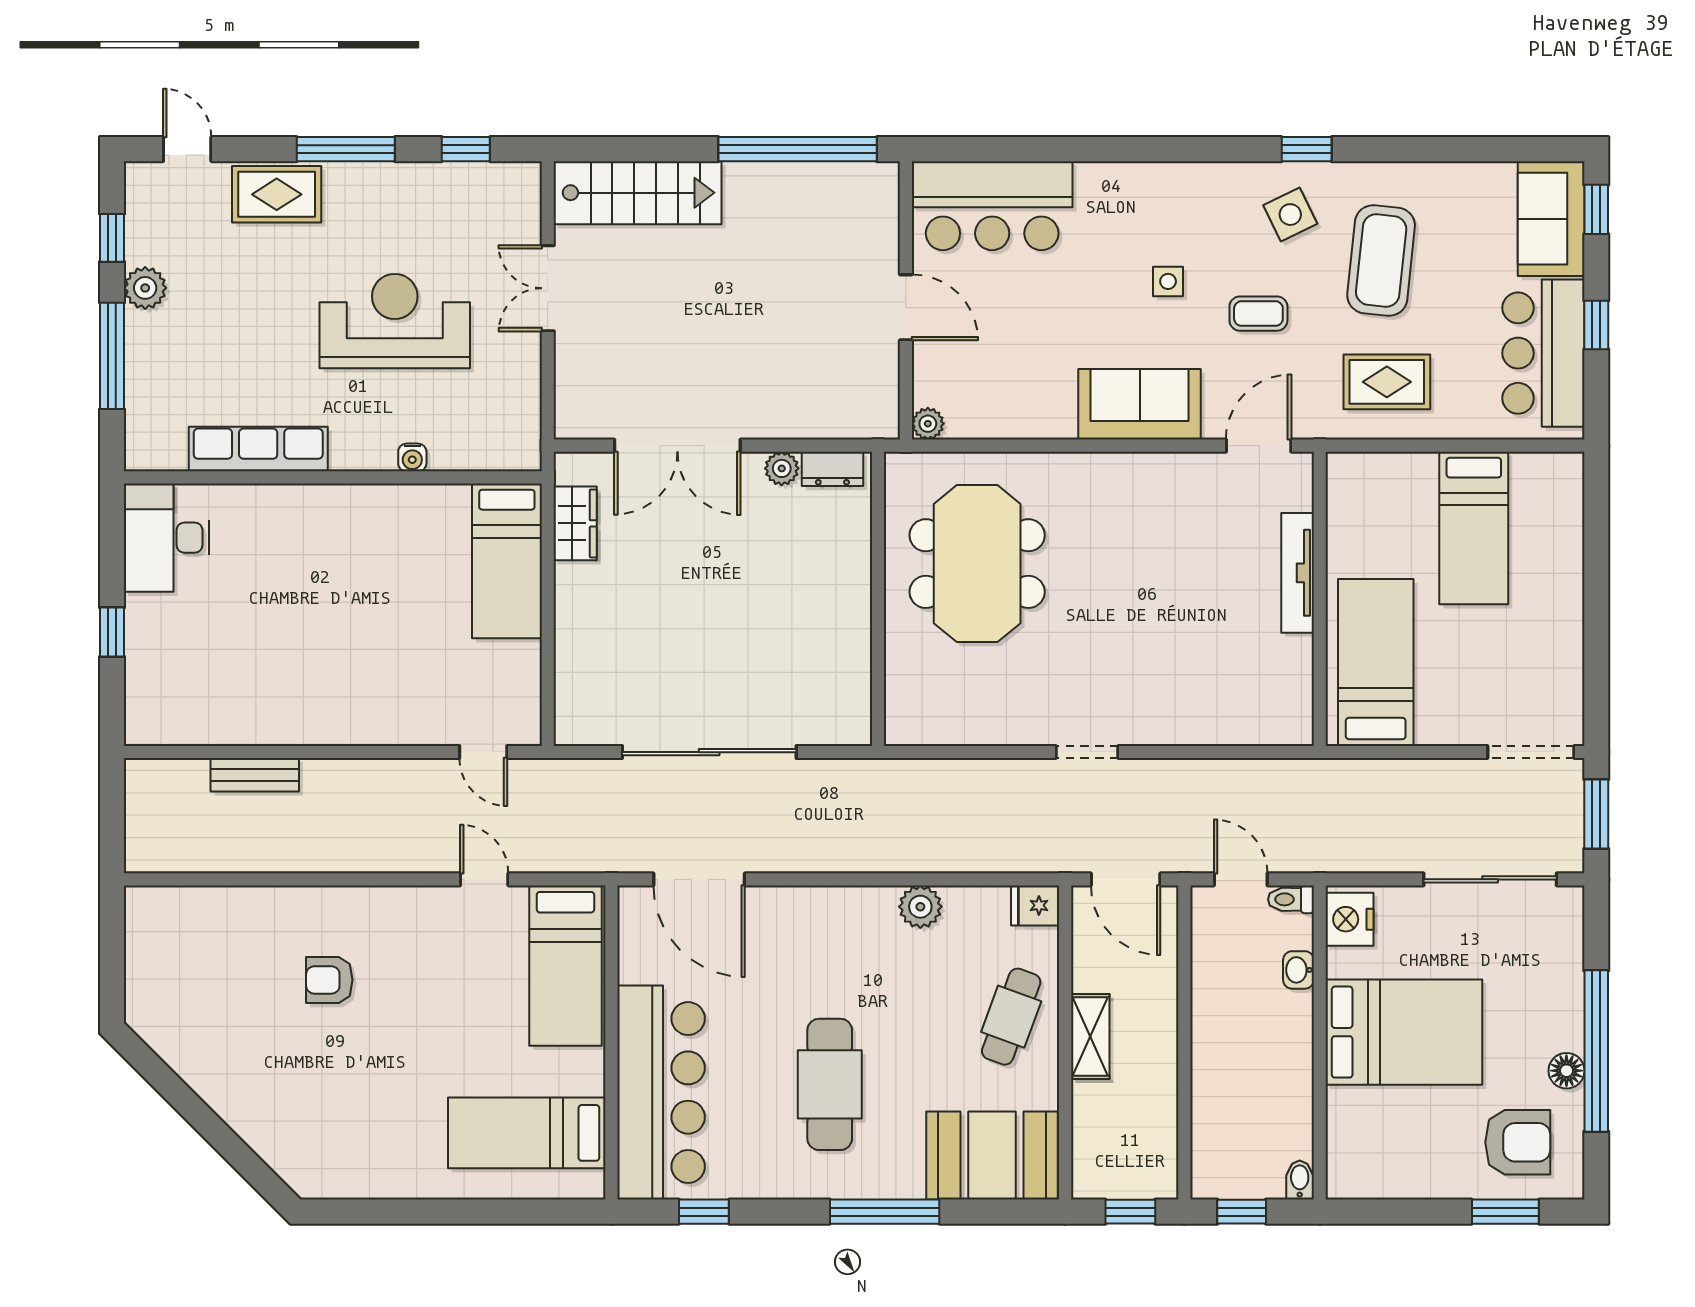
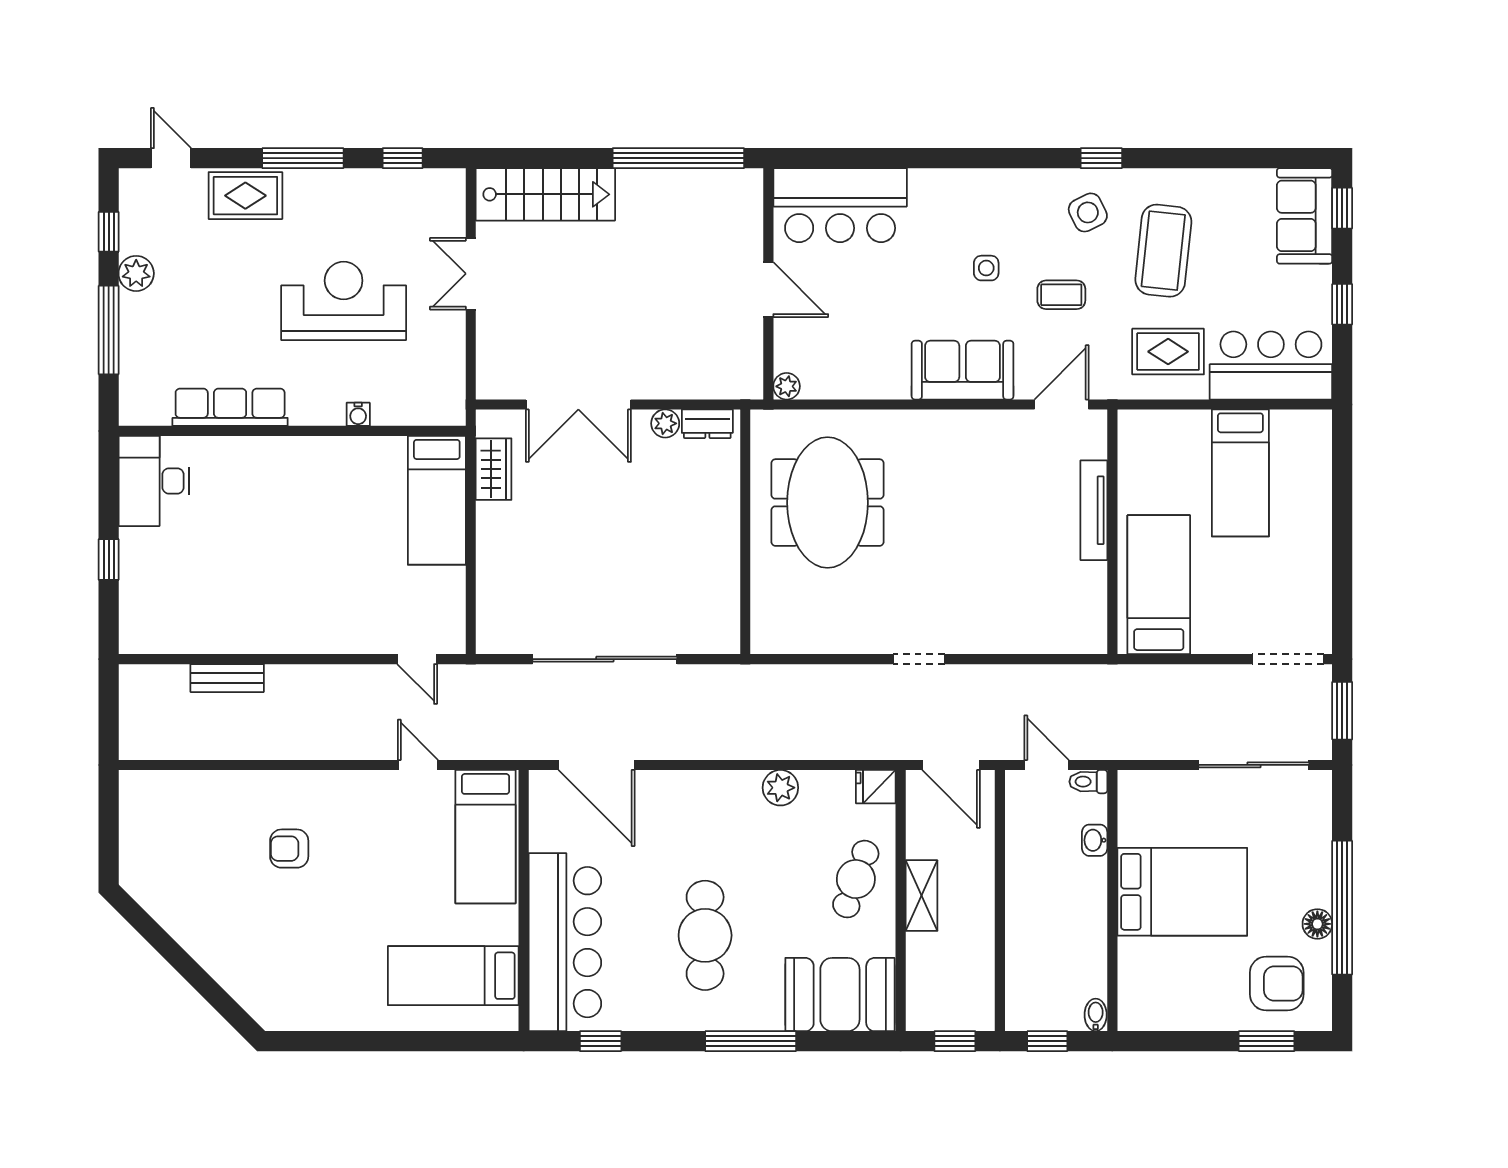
bar counter: (1543, 353) -> (1271, 365), moved, turned 90
nightstand: (1350, 919) -> (1137, 798), removed

